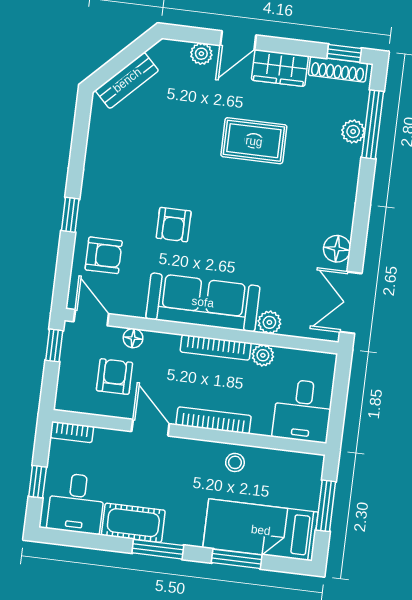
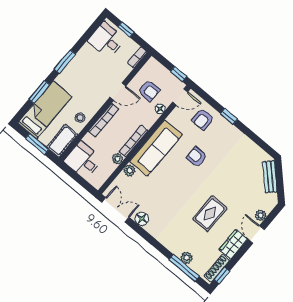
cot: (133, 523) -> (62, 141), moved

